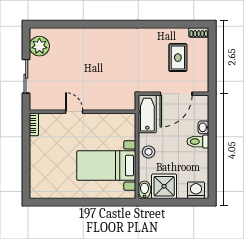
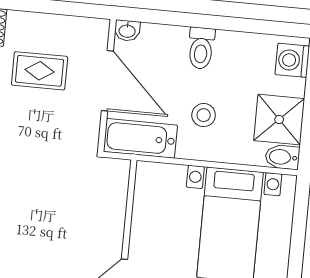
washbasin: (203, 127) -> (127, 31), moved
stool: (149, 152) -> (204, 115), moved

